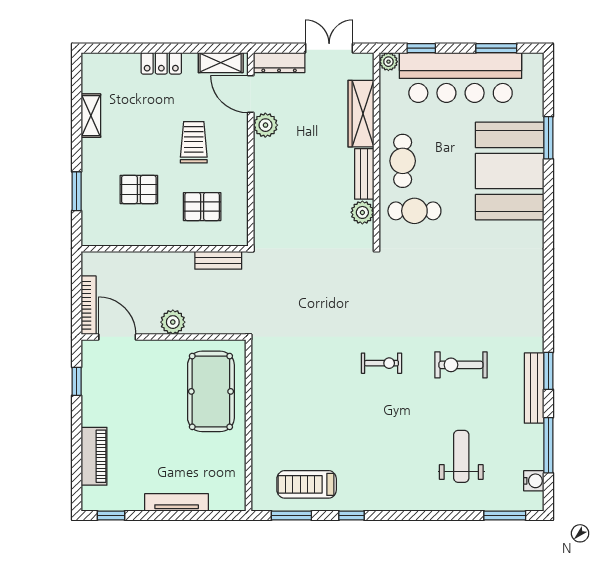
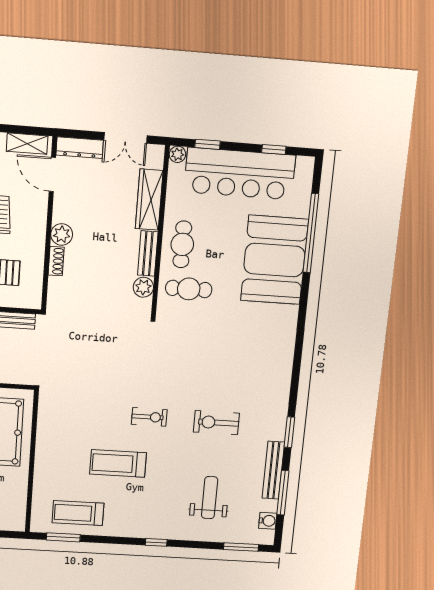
double door: (329, 48) -> (125, 138), swing flipped
window: (496, 48) -> (274, 149), width x0.67
plant: (265, 125) -> (62, 234), moved
window: (548, 138) -> (311, 233), width x2.11
shoe rack: (261, 190) -> (56, 261), added
bench: (534, 388) -> (273, 470), moved
treadmill: (349, 421) -> (118, 463), added
window: (352, 515) -> (156, 542), moved

